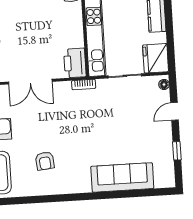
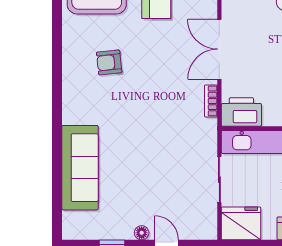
floor lamp: (164, 84) -> (142, 233), moved
bookcase: (84, 85) -> (211, 101), moved

